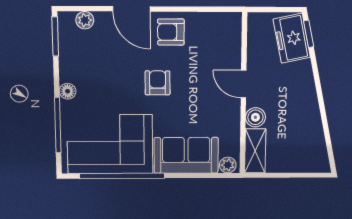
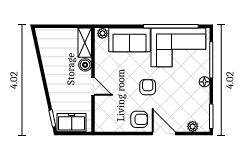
freezer: (292, 38) -> (72, 123), moved, turned -78
armchair: (158, 83) -> (148, 87), turned 180

